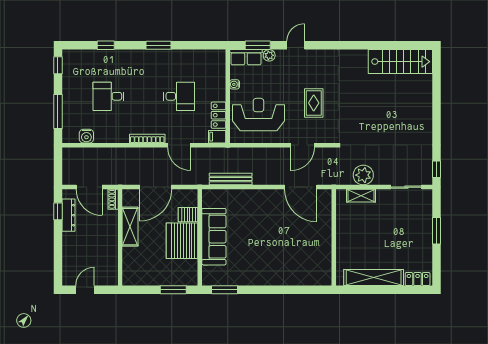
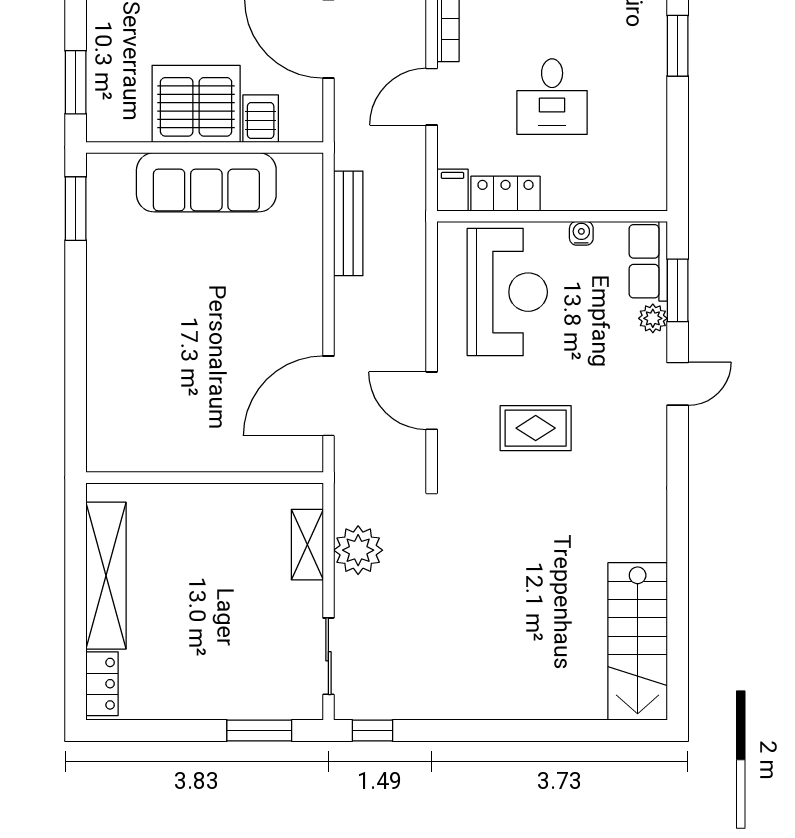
door: (296, 45) -> (678, 384), hinge flipped
window: (437, 231) -> (259, 730), moved

